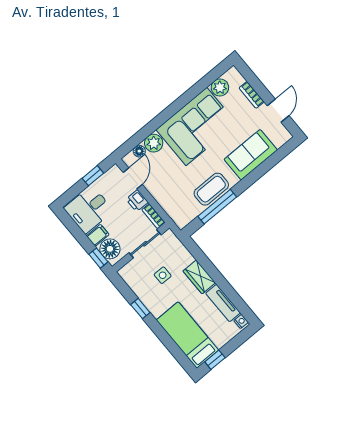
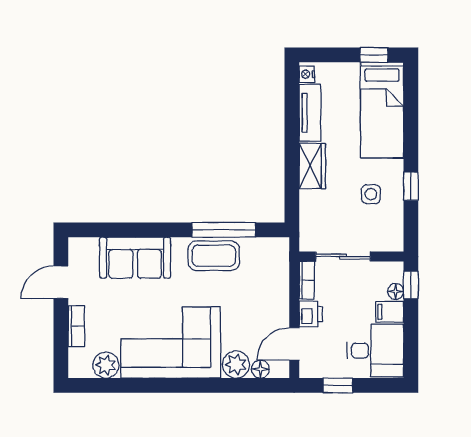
floor lamp: (110, 249) -> (396, 291), width x0.53, depth x0.53
side table: (163, 275) -> (371, 194), moved

